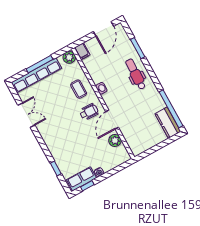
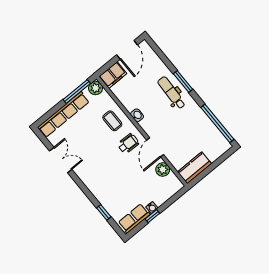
window: (138, 48) -> (183, 82), moved
filing cabinet: (82, 51) -> (113, 75), width x2.00
window: (39, 64) -> (77, 91), moved
kitchen counter: (168, 123) -> (195, 168), moved, turned 90
window: (87, 186) -> (152, 216), moved

